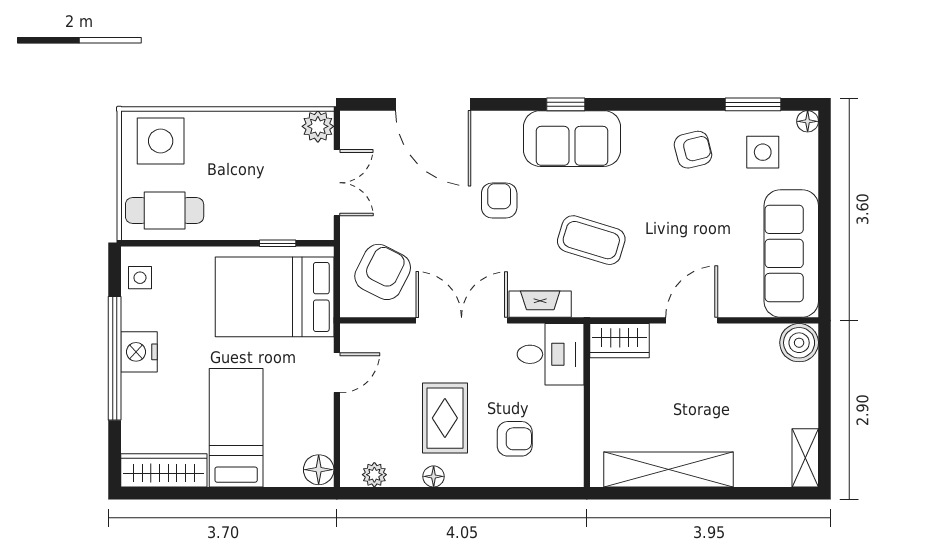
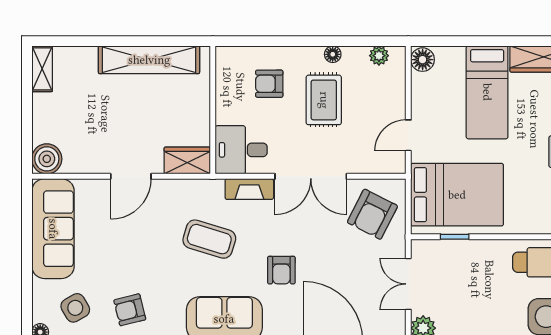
side table: (763, 152) -> (75, 308), turned -30

